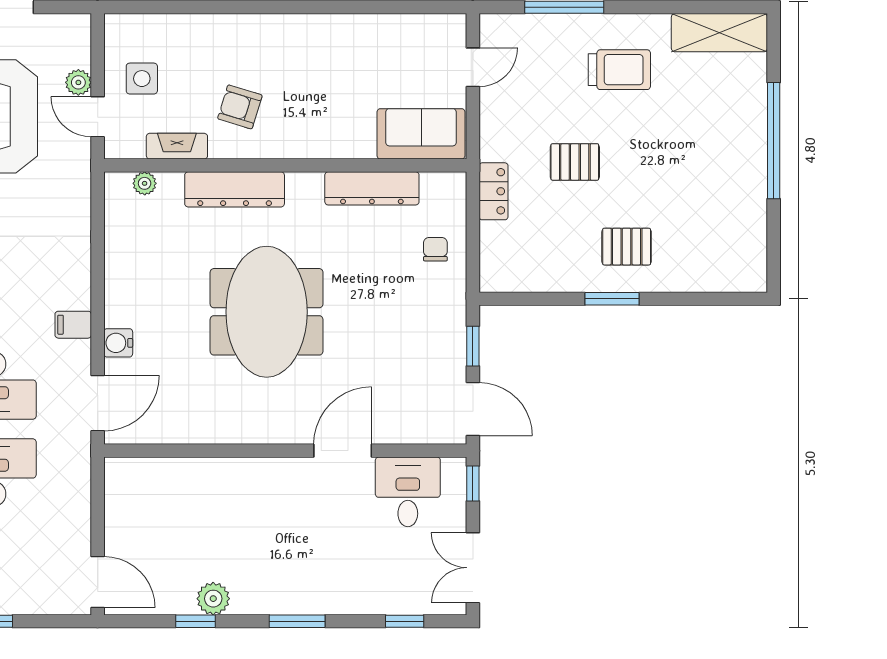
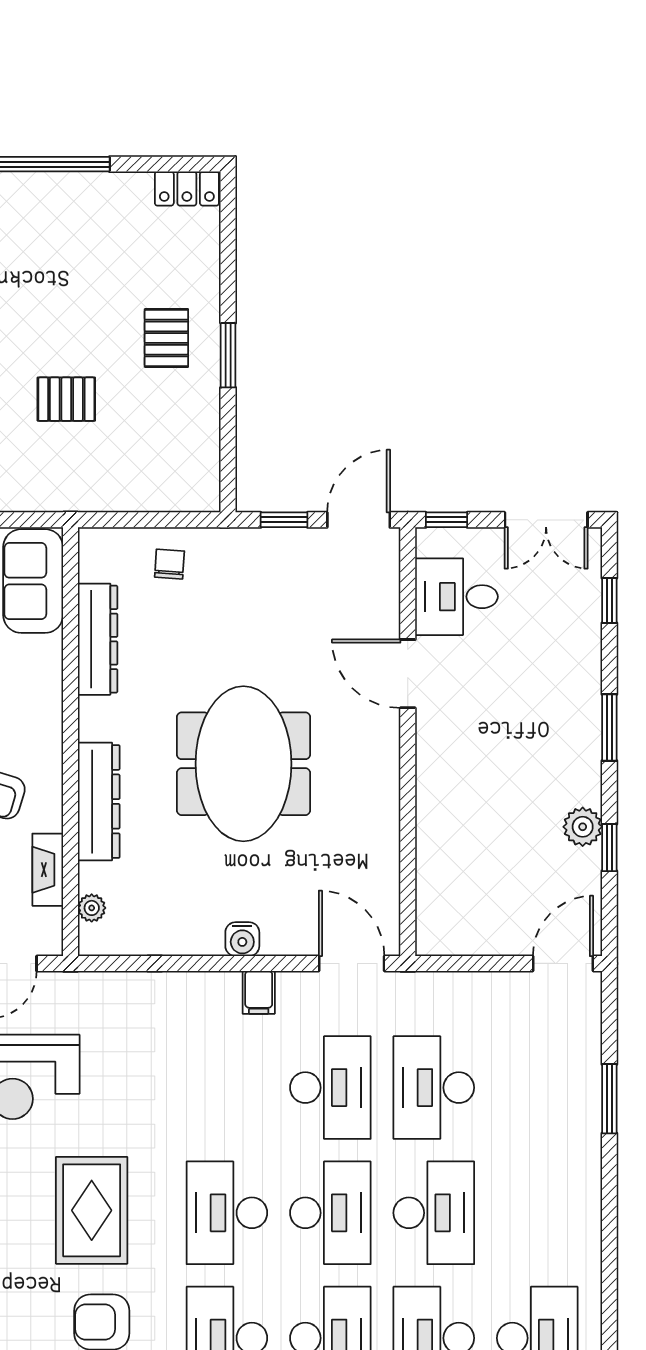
pallet: (575, 162) -> (66, 399), turned 90
locker: (493, 191) -> (187, 189), moved, turned 180
chair: (435, 249) -> (169, 564), turned 94
meeting table: (267, 312) -> (243, 764), turned 90
water cooler: (118, 343) -> (242, 939), moved

